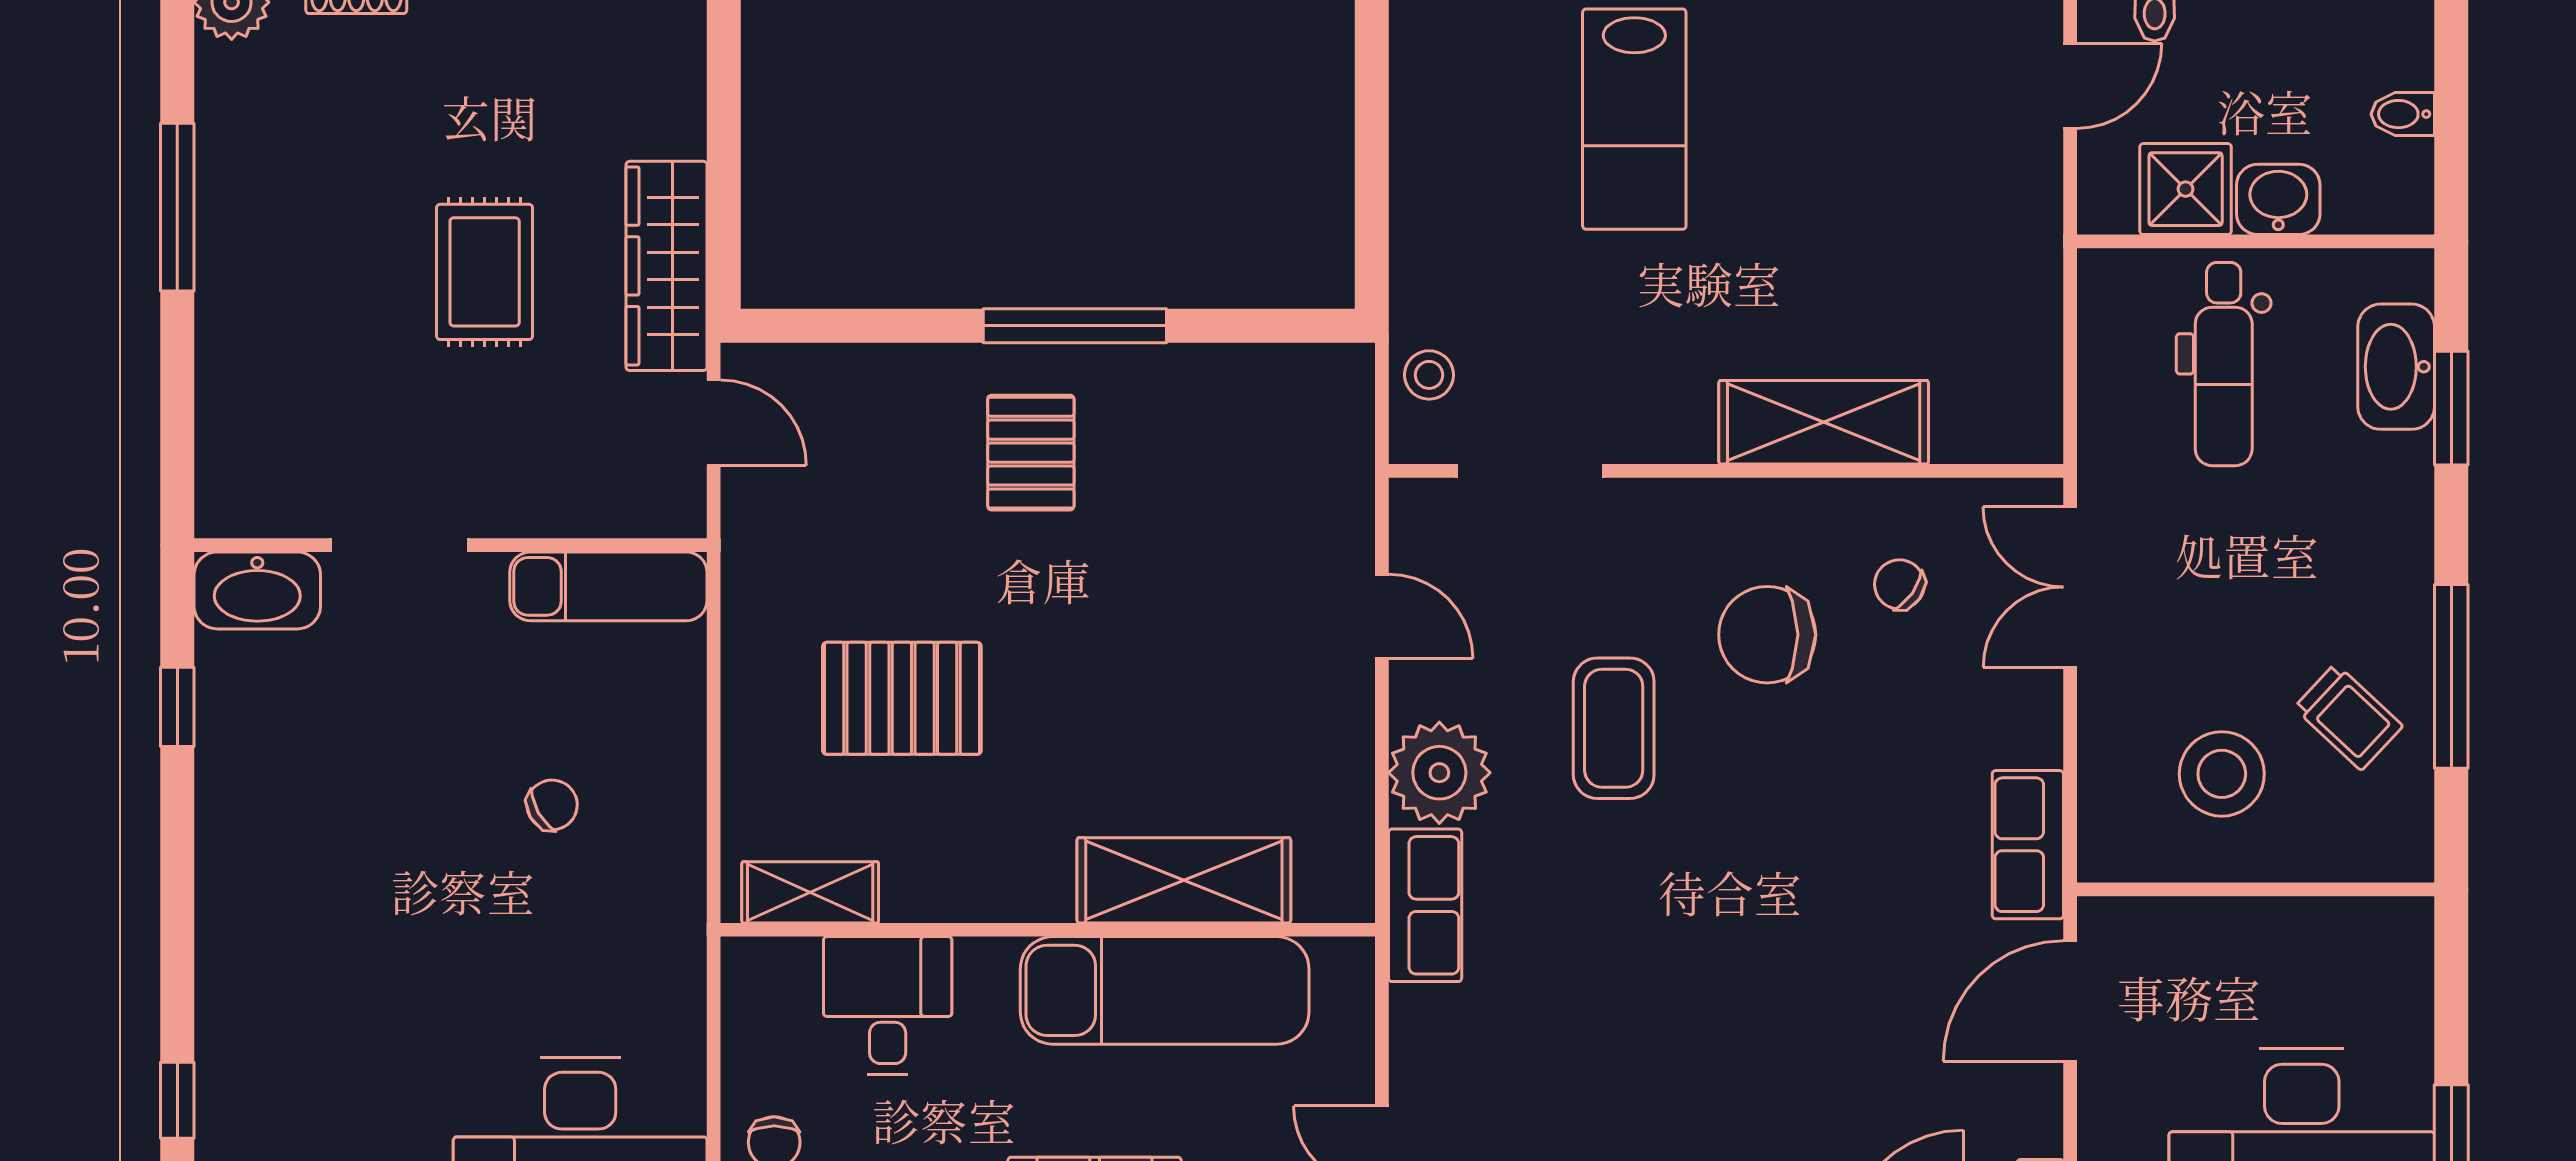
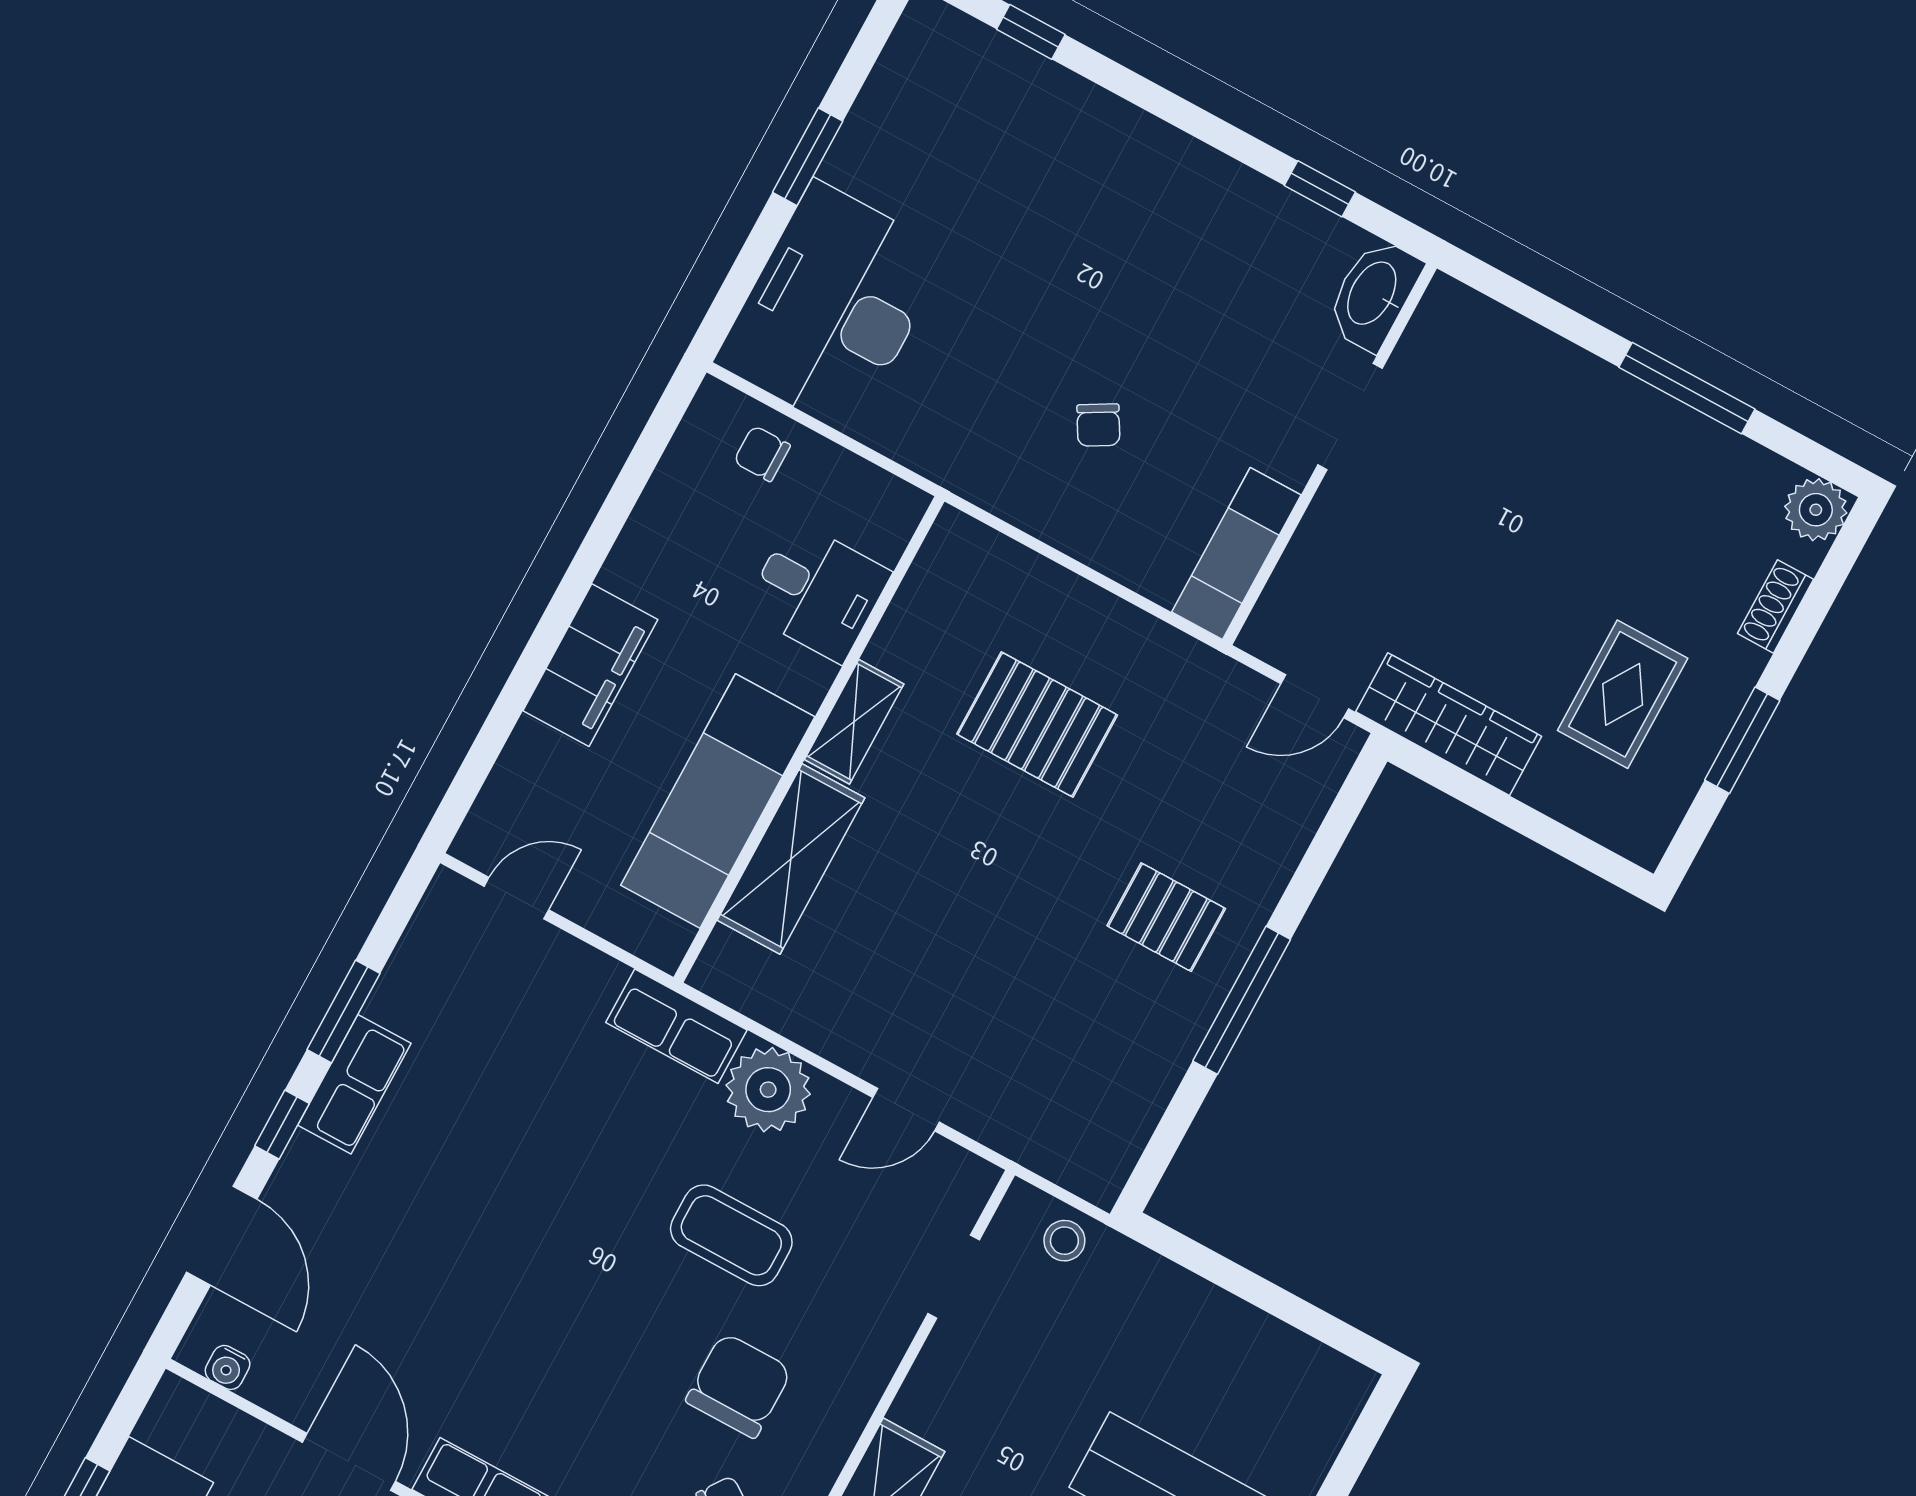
rug: (485, 272) -> (1623, 694), moved, turned 90
doorway: (1530, 471) -> (954, 1277), width x0.73
pallet: (902, 698) -> (1037, 725), turned 90
shelving: (810, 892) -> (854, 722), moved

